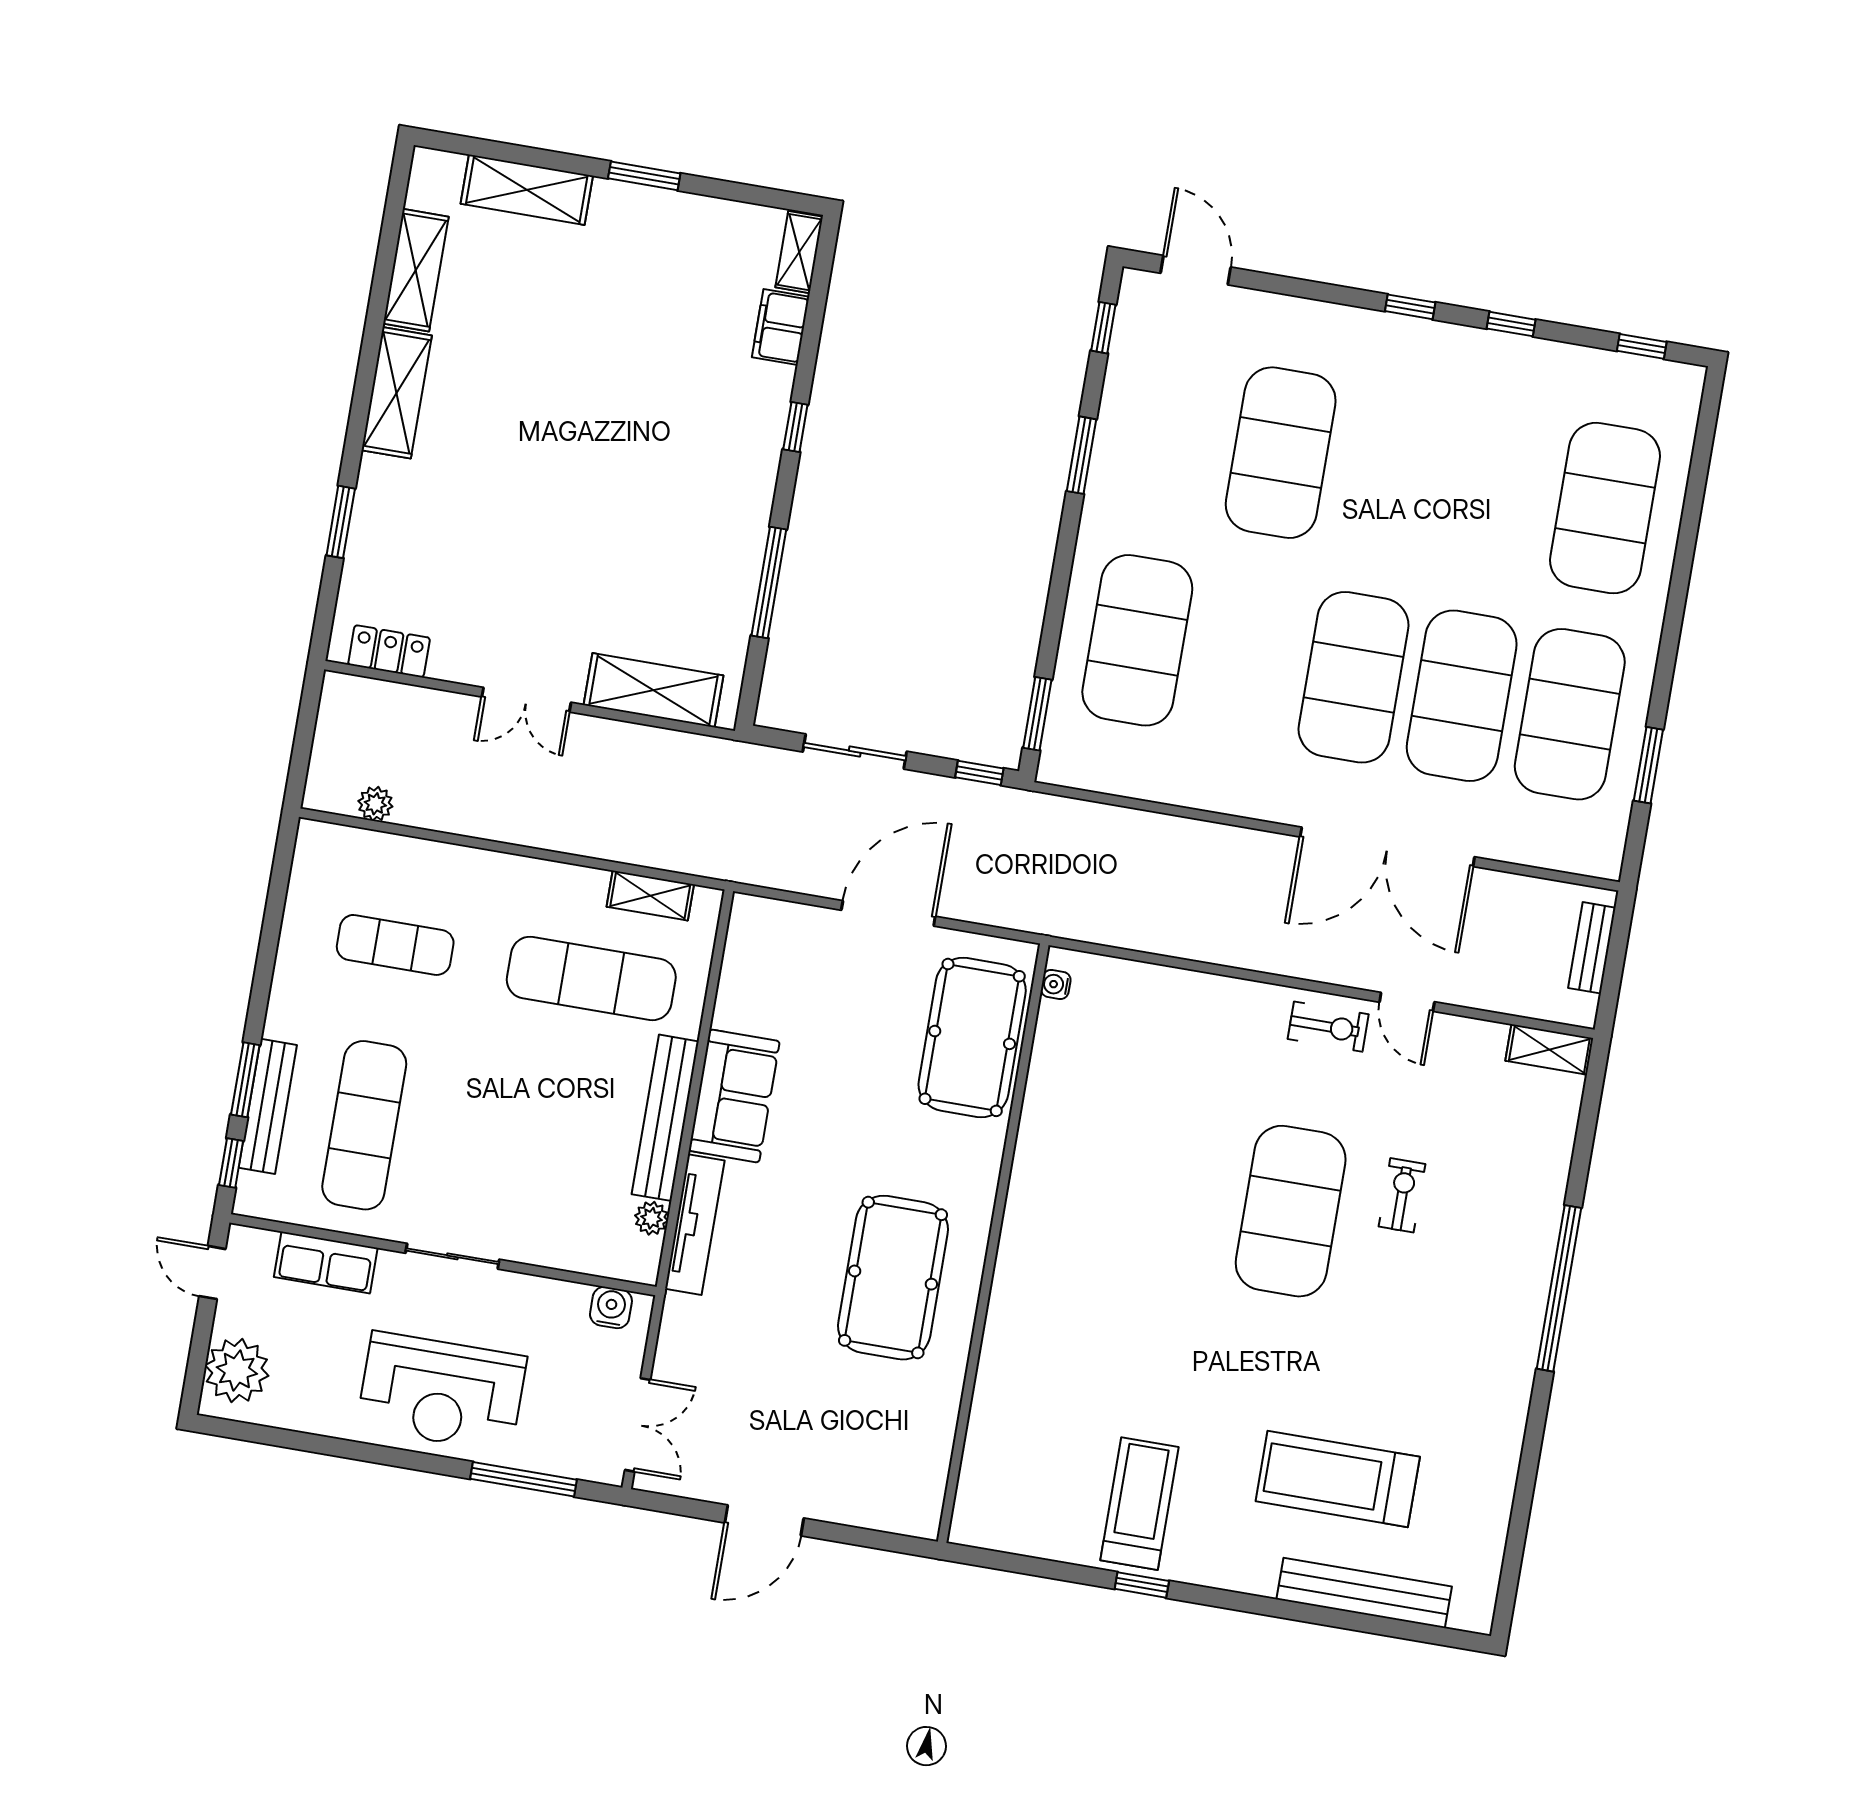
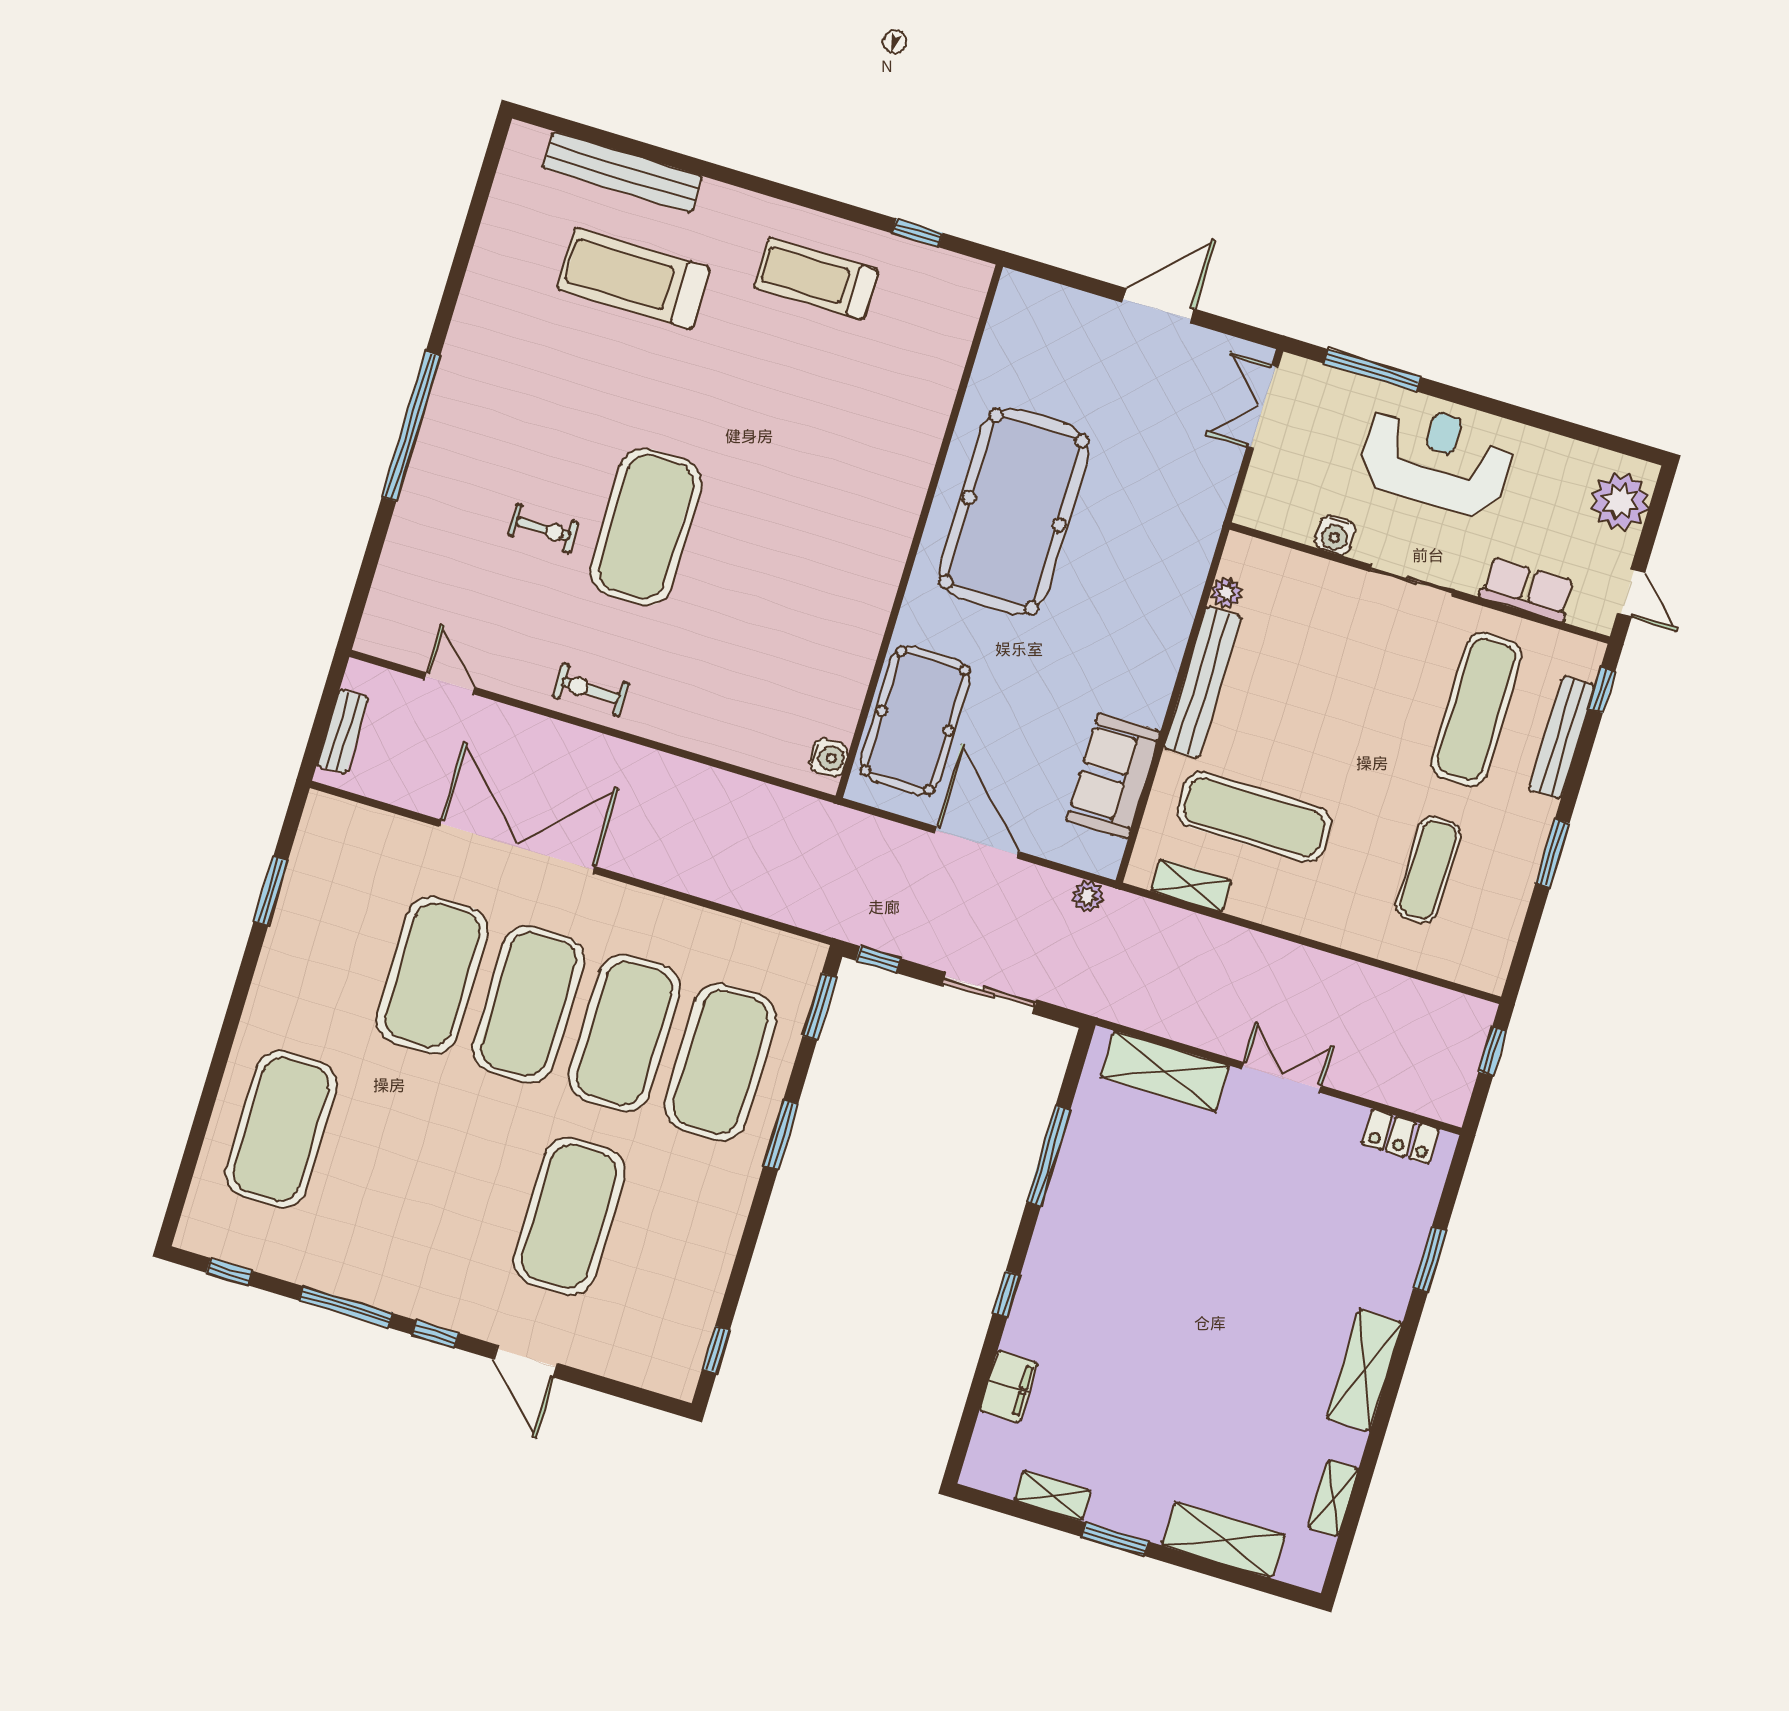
shelving: (799, 252) -> (1052, 1496), moved, turned 90
shelving: (416, 270) -> (1333, 1498), width x0.67, depth x0.75
door: (1196, 270) -> (526, 1361), moved
window: (1511, 324) -> (345, 1307), width x2.17
window: (1082, 455) -> (781, 1135), moved
exercise mat: (1570, 714) -> (624, 1033), moved
window: (301, 756) -> (1493, 1051), added
plant: (375, 804) -> (1088, 896), moved
door: (888, 913) -> (977, 842), swing flipped
exercise mat: (395, 945) -> (1428, 870), turned 90
water cooler: (1056, 984) -> (829, 758), width x1.38, depth x1.38
door: (1407, 1002) -> (450, 683), moved
shelving: (1549, 1049) -> (393, 644), removed
window: (245, 1080) -> (1553, 853), moved
sofa: (734, 1096) -> (1113, 776), moved
exercise bike: (1402, 1195) -> (543, 529), turned -90
tv unit: (695, 1225) -> (1188, 582), removed
pool table: (893, 1278) -> (1014, 511), width x1.36, depth x1.32
water cooler: (611, 1307) -> (1335, 535), moved
treadmill: (1338, 1479) -> (633, 278), turned 180
treadmill: (1139, 1504) -> (816, 278), turned 90
window: (1142, 1585) -> (917, 233), moved

